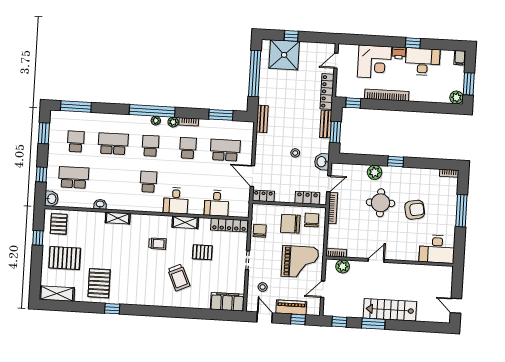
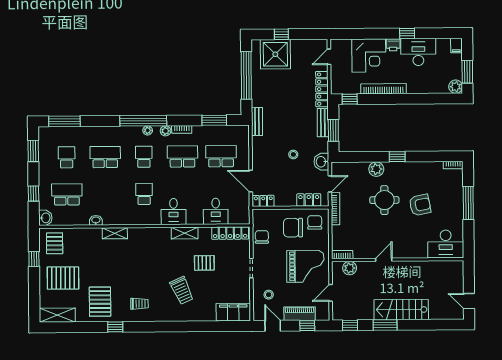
school desk: (188, 148) -> (182, 157), width x1.85
trolley: (157, 244) -> (139, 304), moved

